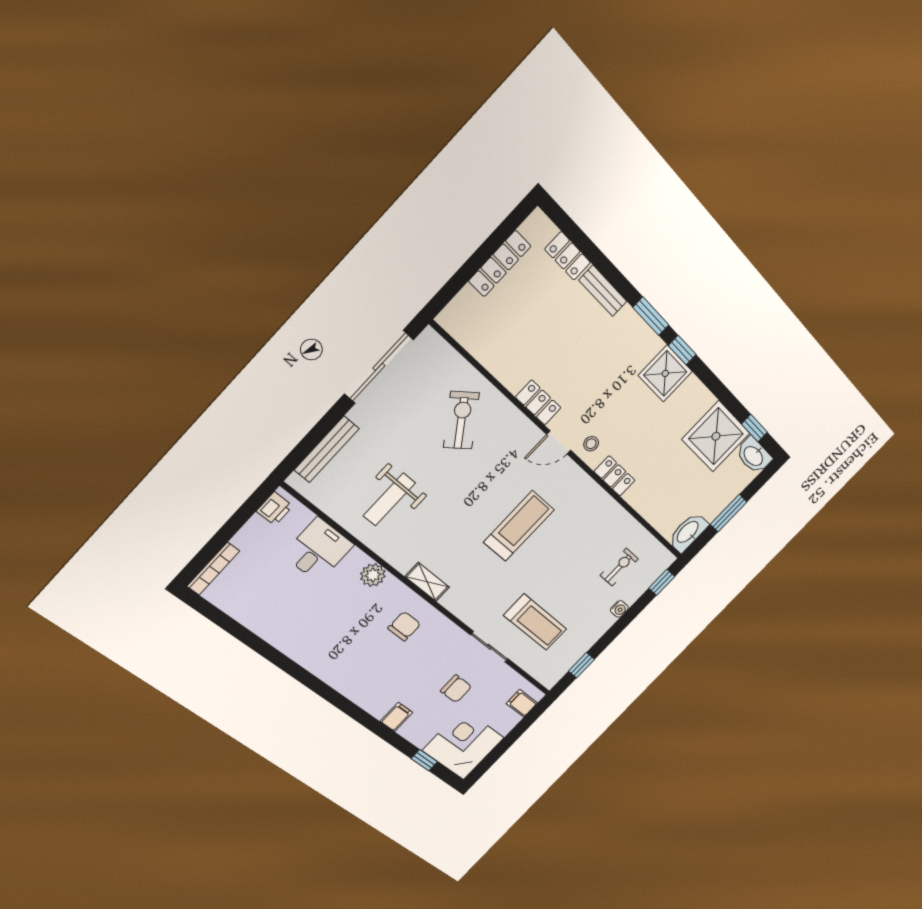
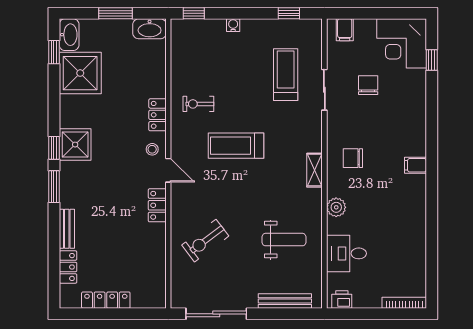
exercise bike: (619, 567) -> (198, 104), moved
filing cabinet: (396, 717) -> (415, 165), moved

